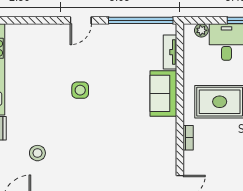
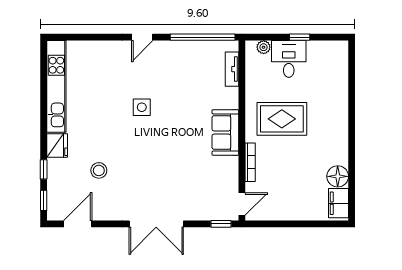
sofa: (163, 93) -> (225, 132), moved
bookcase: (188, 138) -> (250, 162), width x1.56

